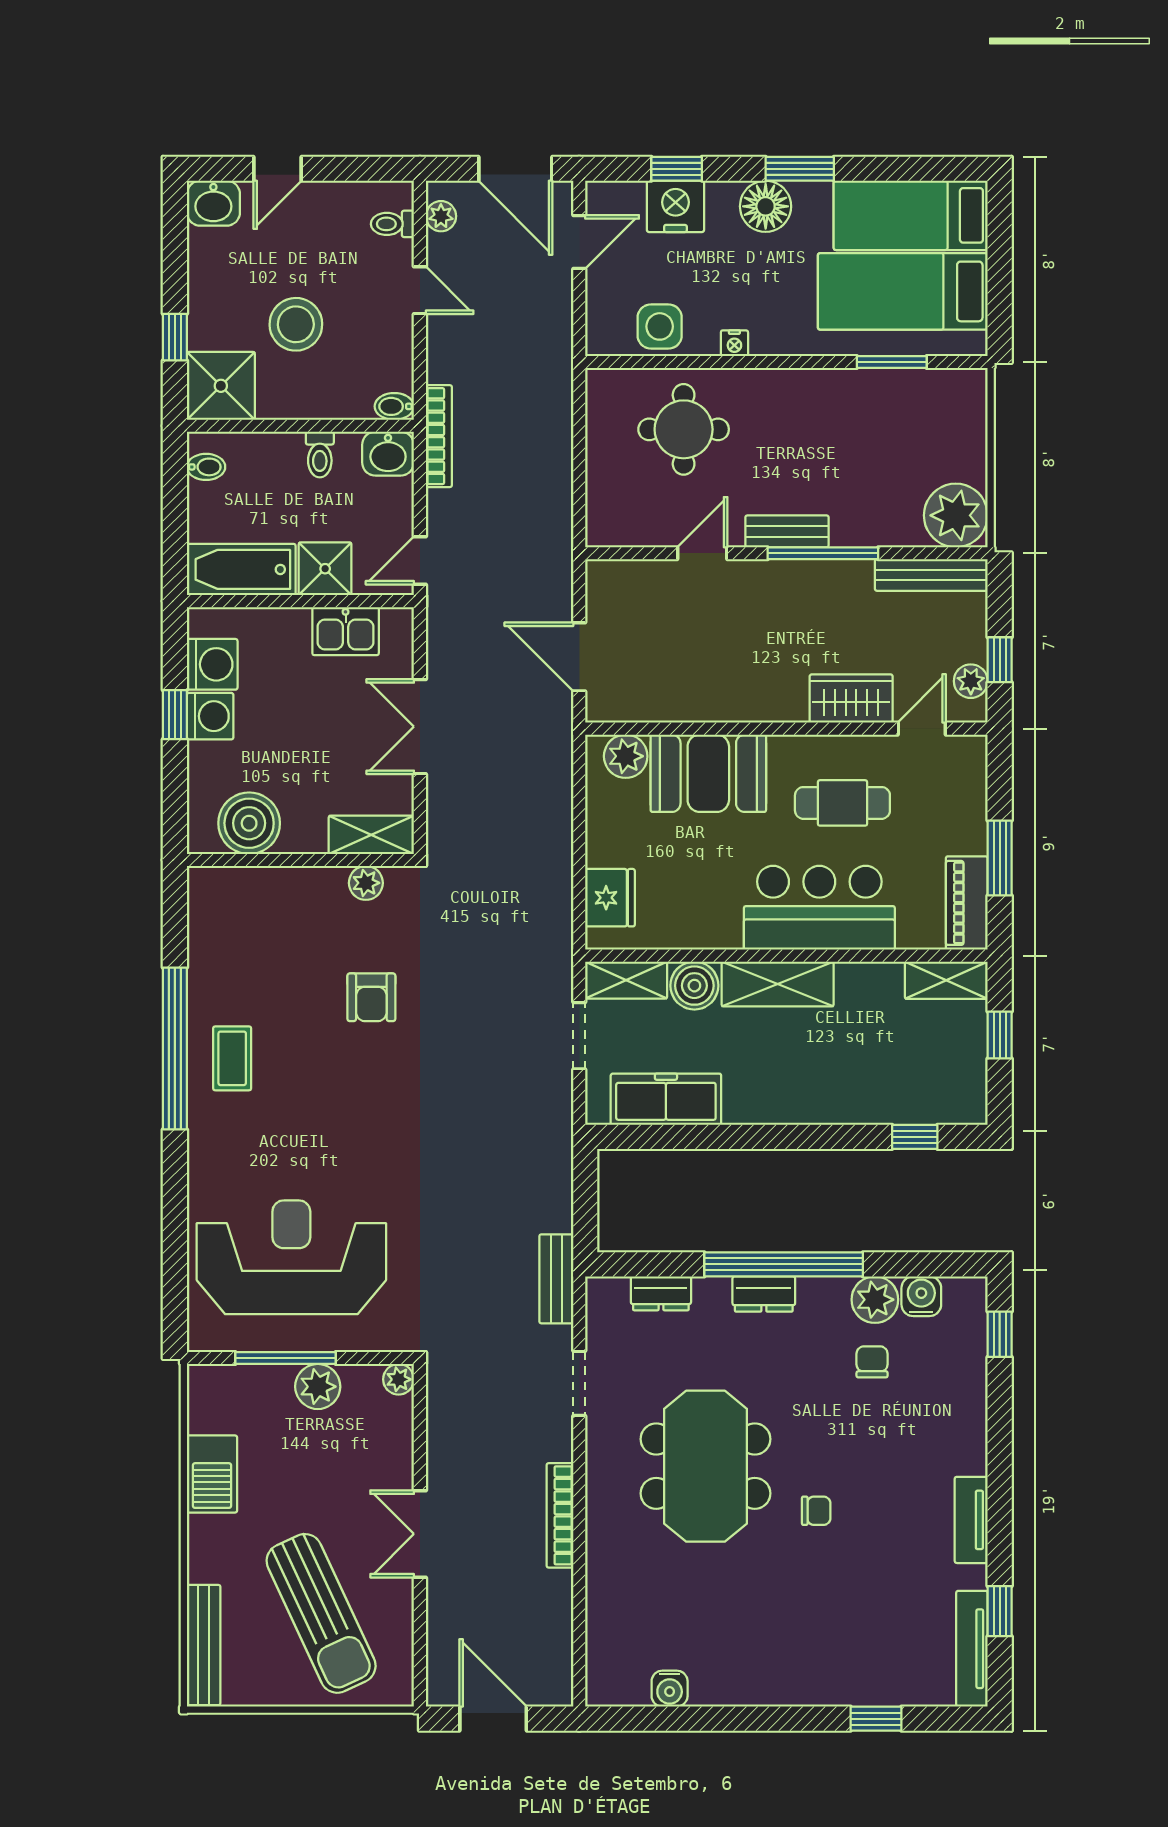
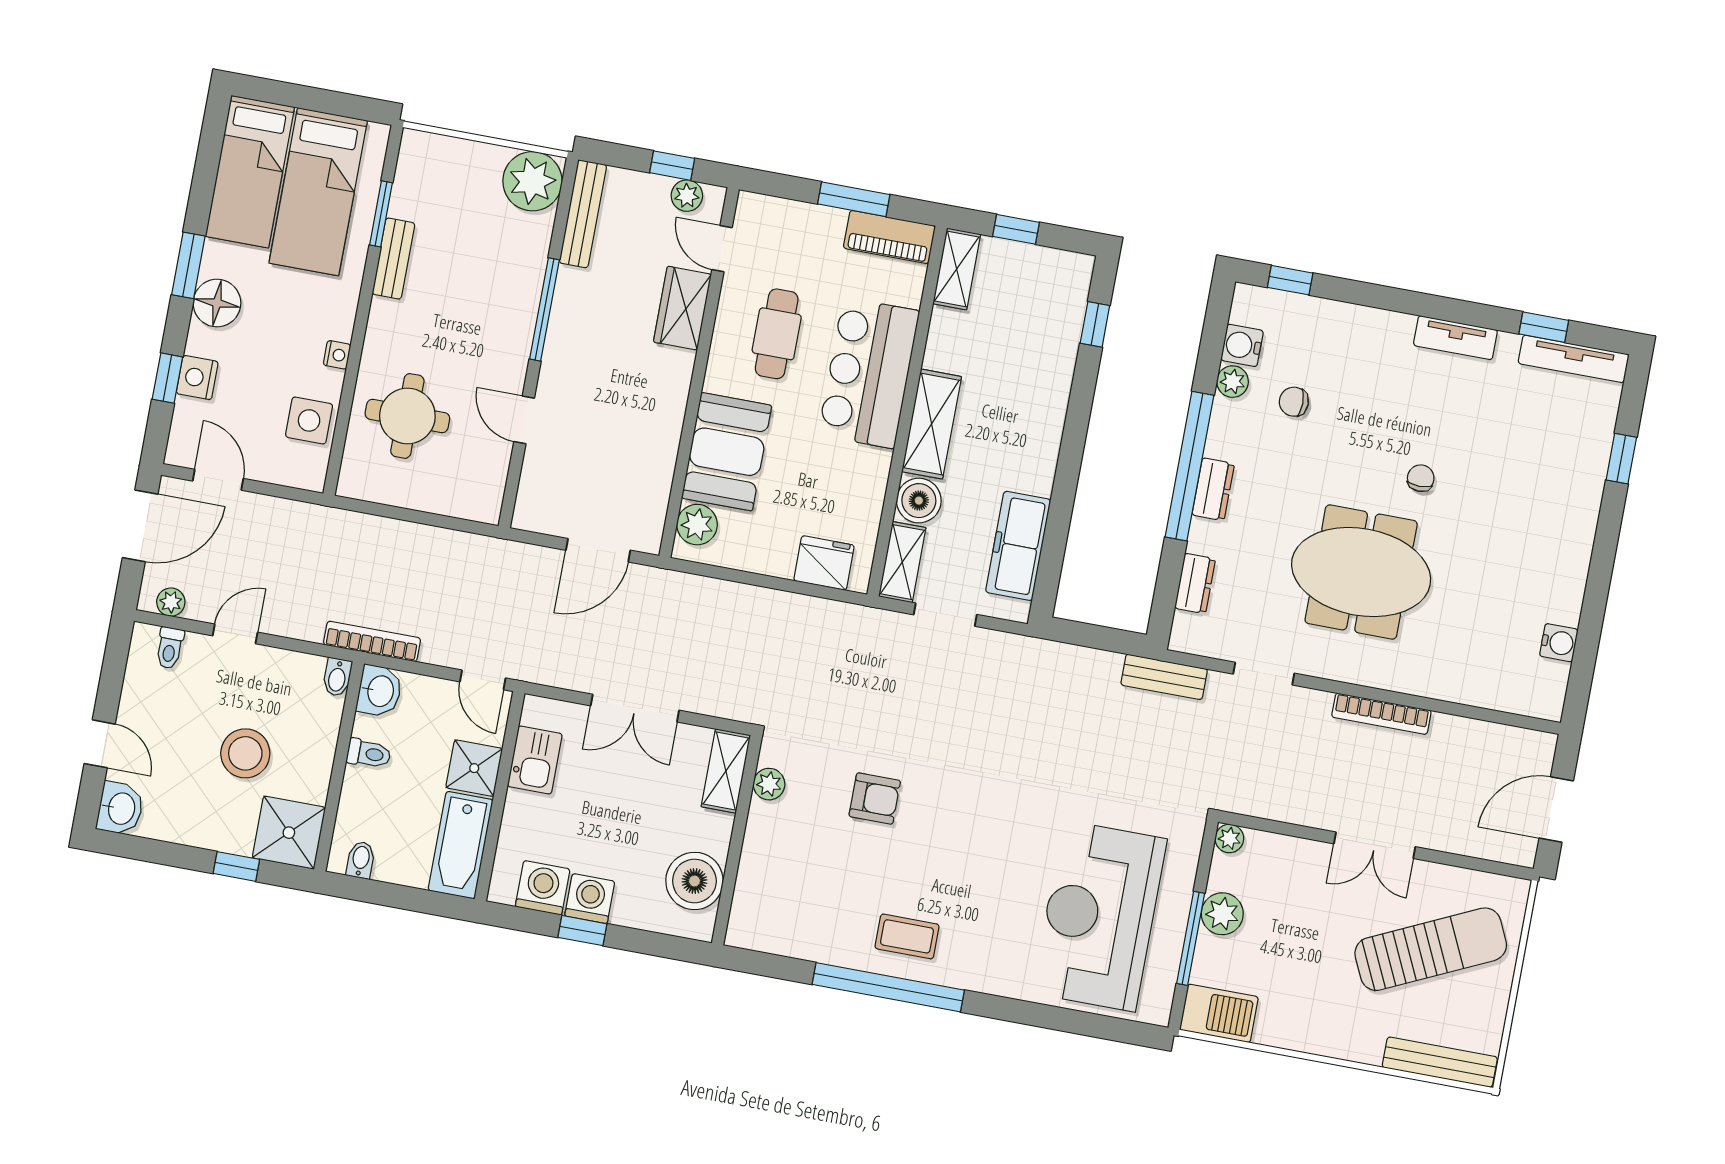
nightstand: (675, 206) -> (197, 378), width x0.74, depth x0.75
bench: (787, 531) -> (393, 259), moved
plant: (875, 1300) -> (1233, 382), width x0.73, depth x0.73
barbecue: (212, 1474) -> (1219, 1013), moved

